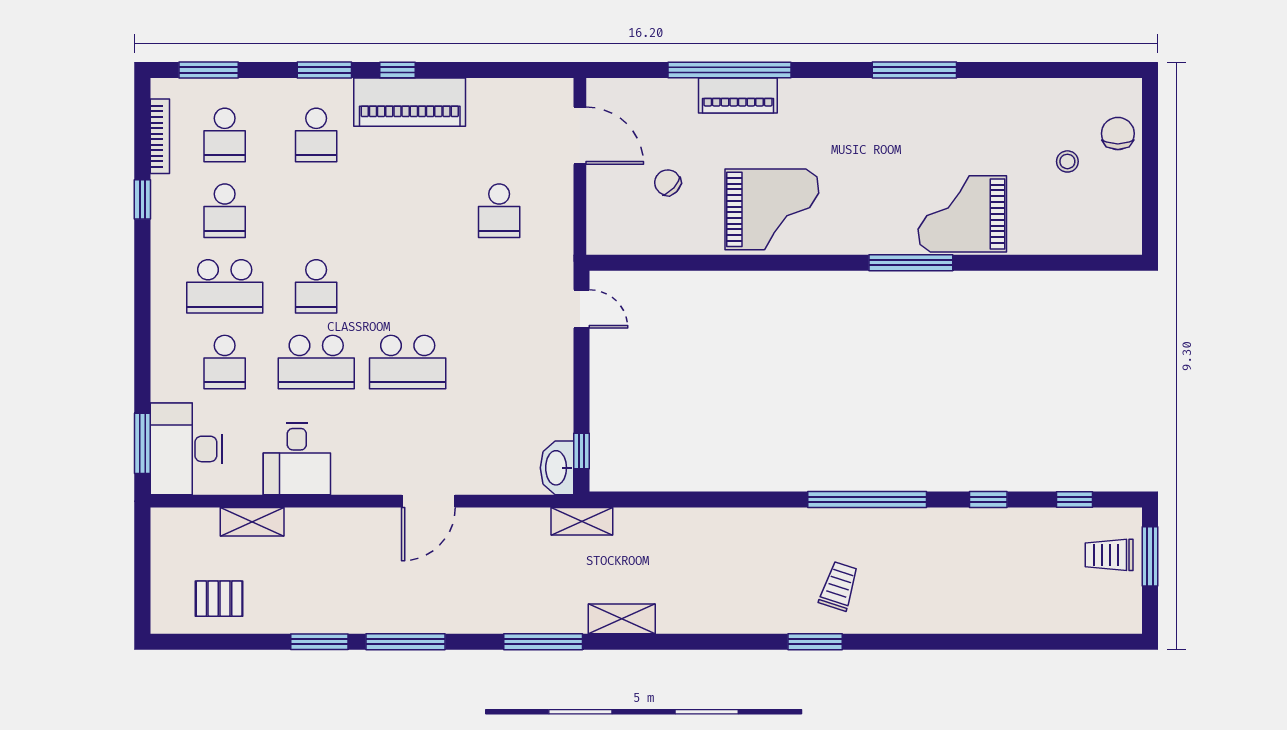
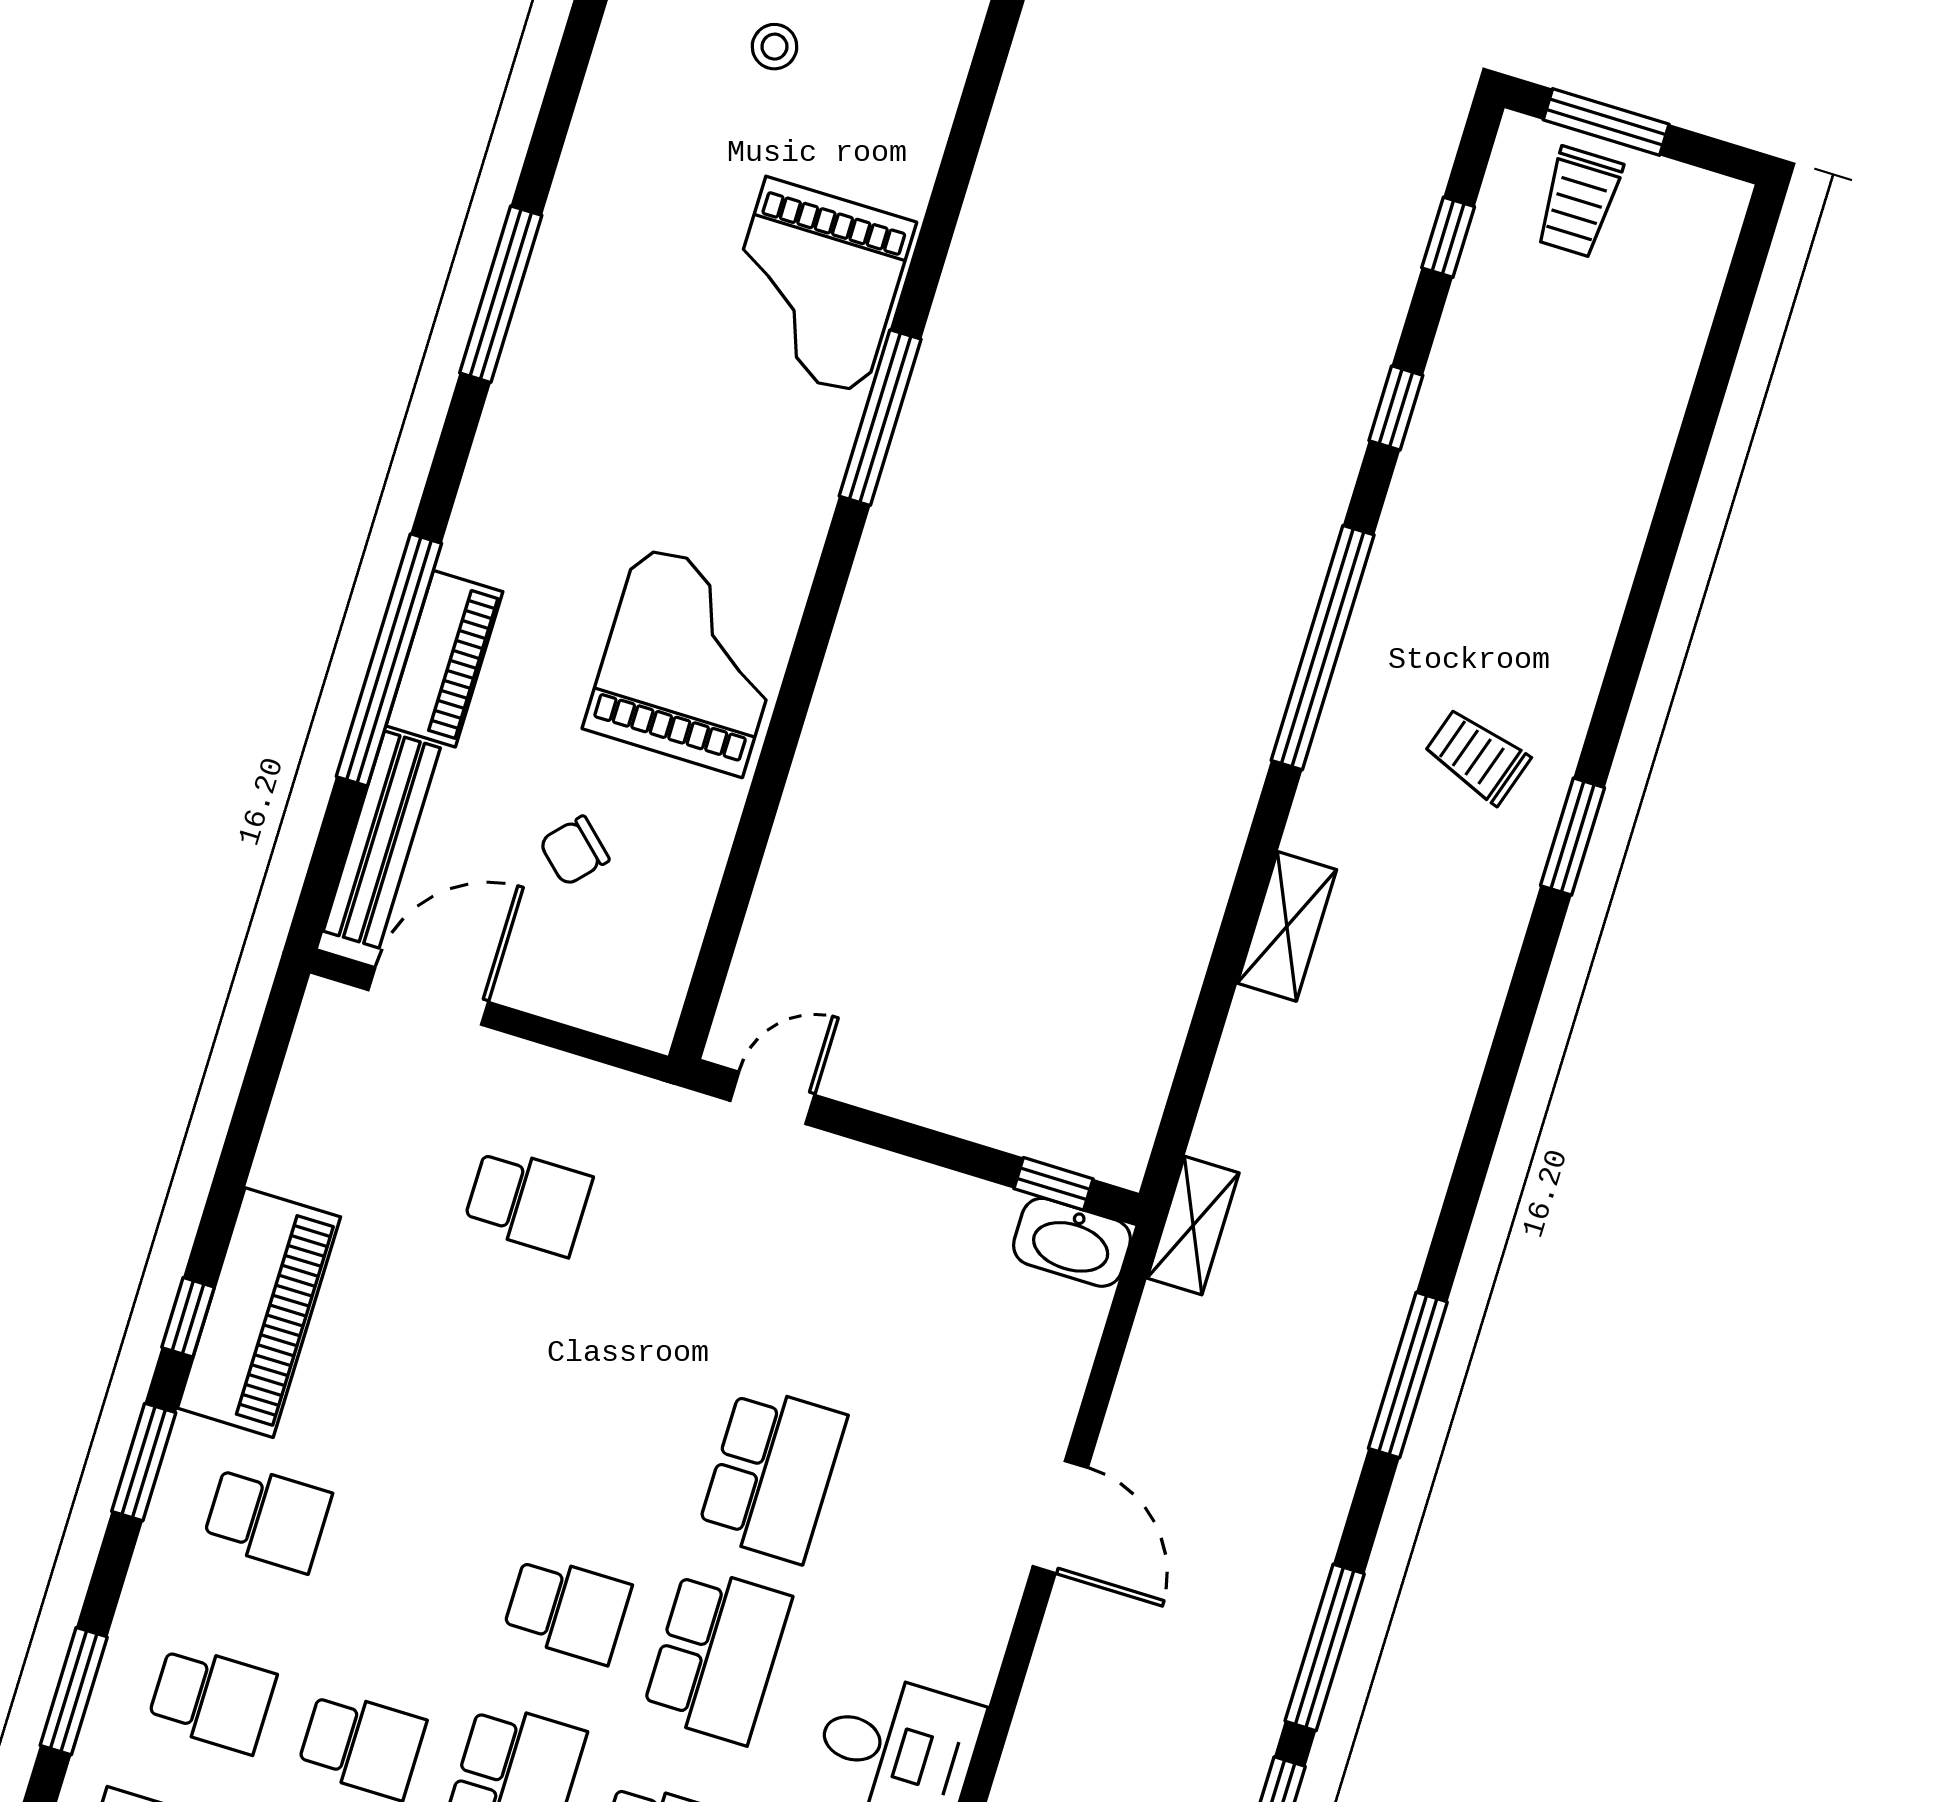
bench: (646, 92) -> (382, 839), added
shelving: (622, 619) -> (1287, 926), moved

